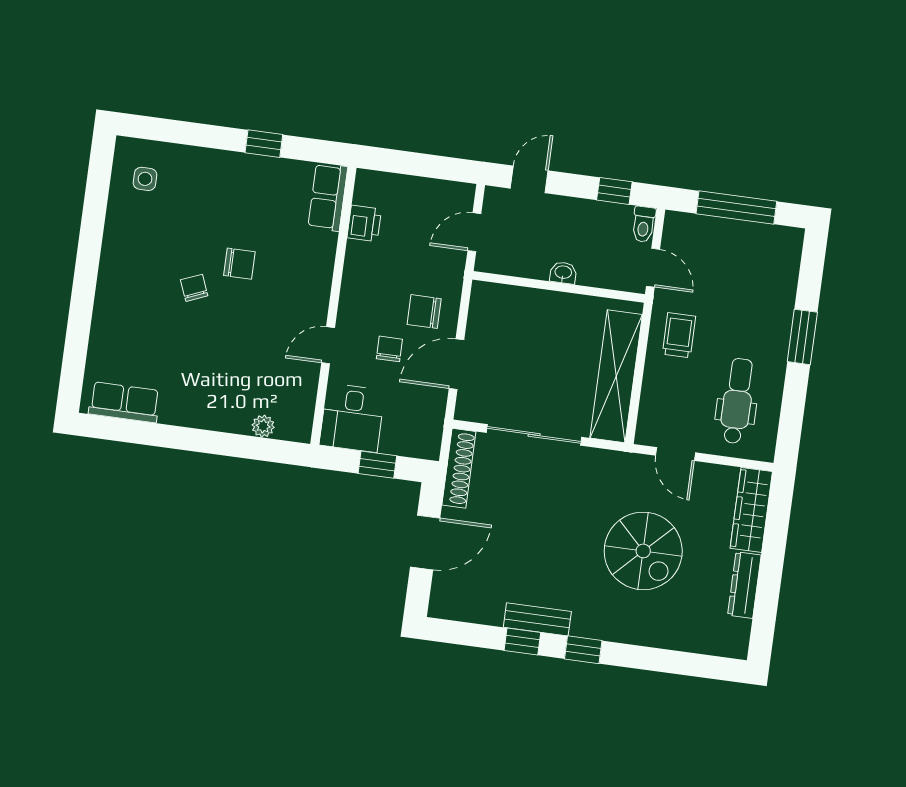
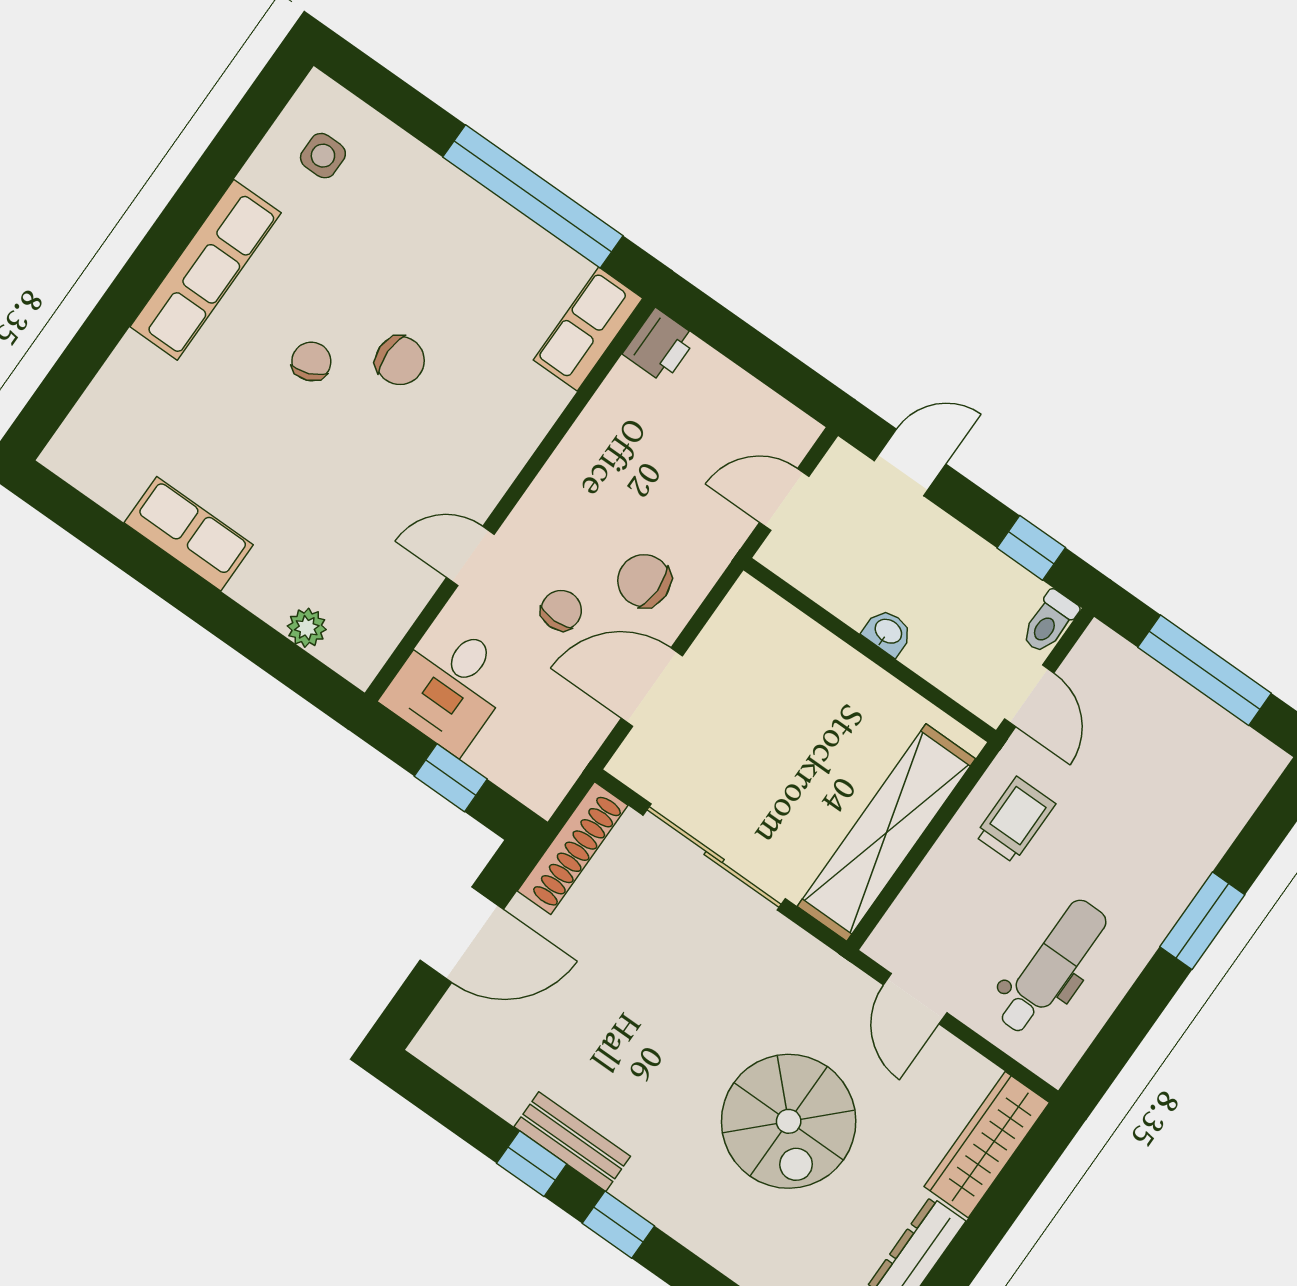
window: (264, 144) -> (533, 196), width x3.17
printer: (364, 223) -> (660, 345), moved
row of seats: (115, 269) -> (206, 270), added
row of seats: (124, 402) -> (189, 534), moved

